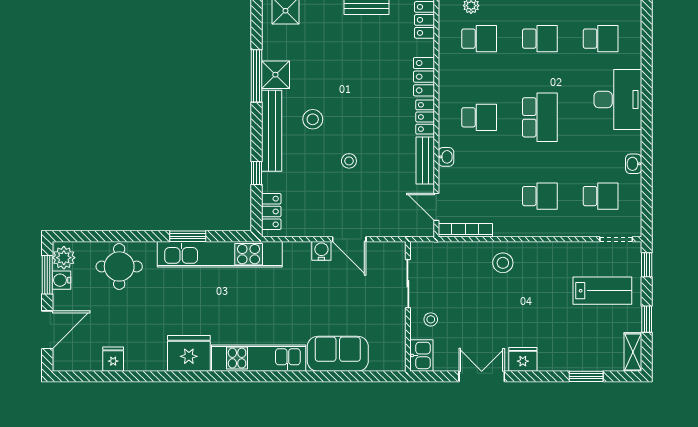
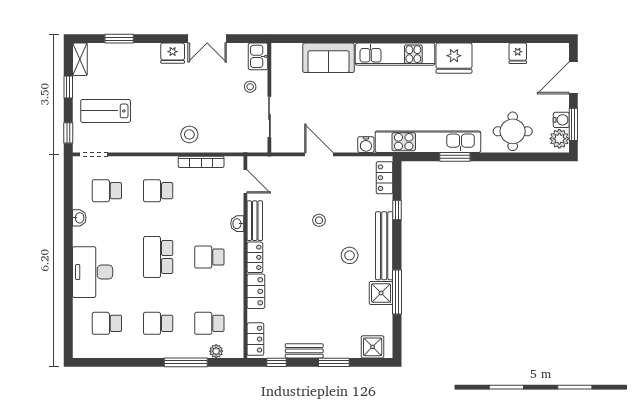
bookcase: (465, 230) -> (201, 162), moved
water cooler: (321, 251) -> (366, 145), moved

